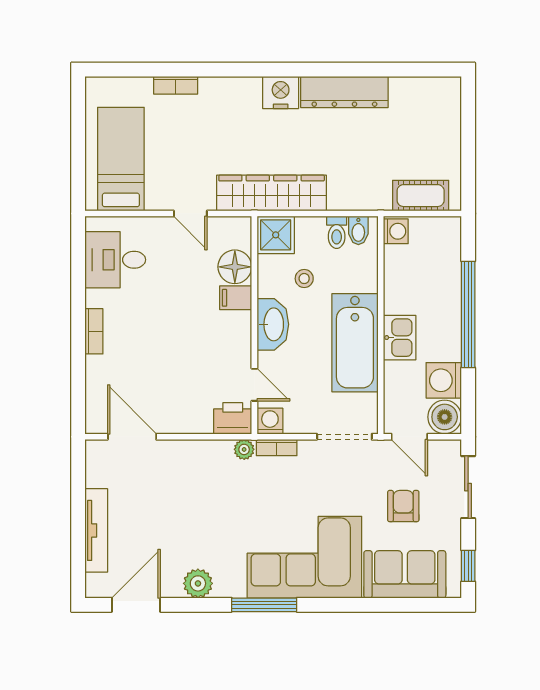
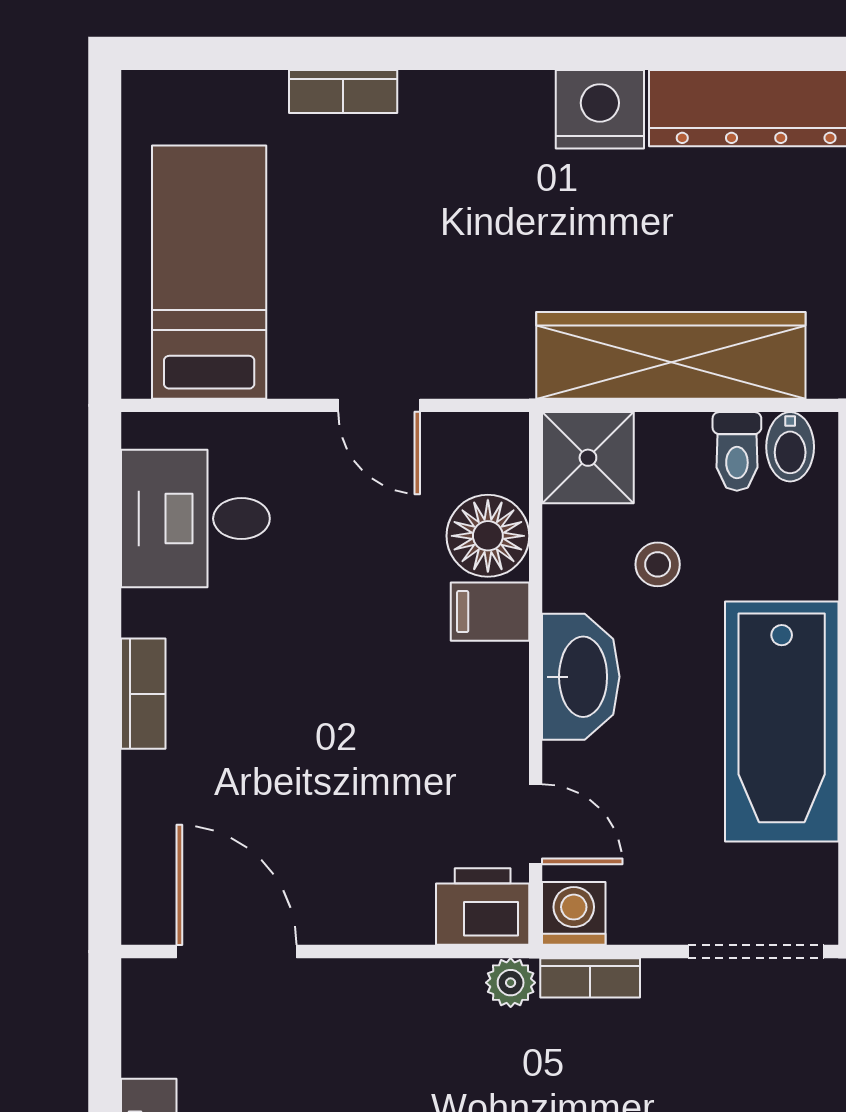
wardrobe: (272, 193) -> (671, 355), moved

